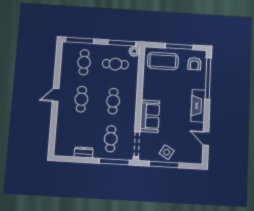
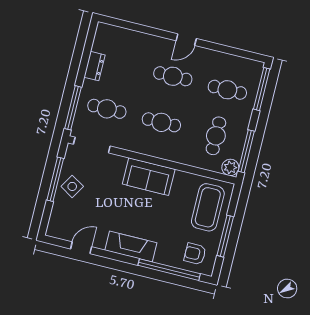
door: (56, 95) -> (186, 40), swing flipped
sofa: (150, 116) -> (149, 177), moved

